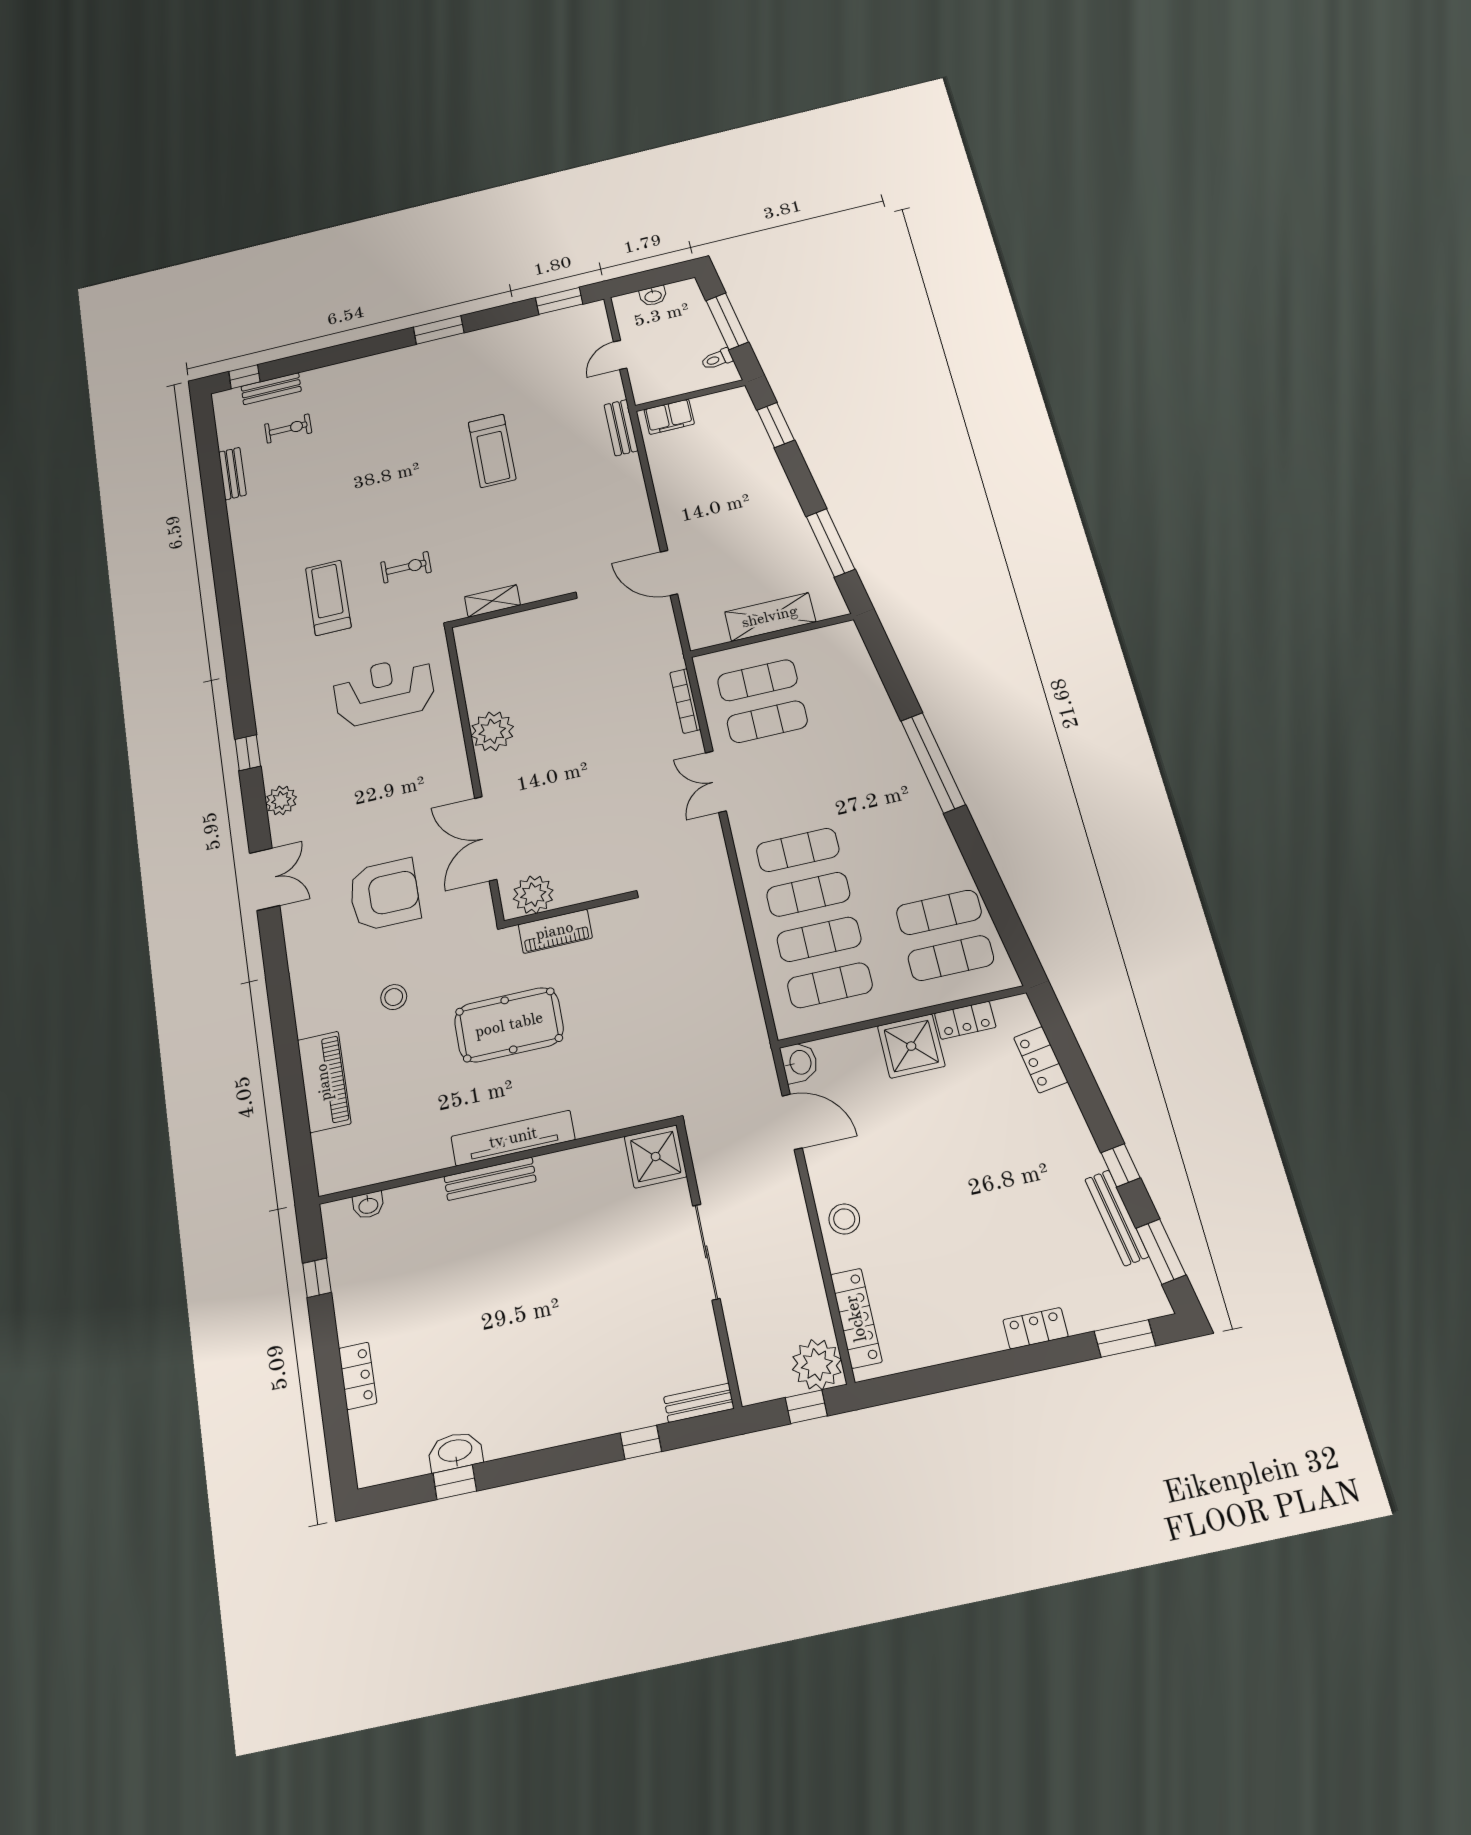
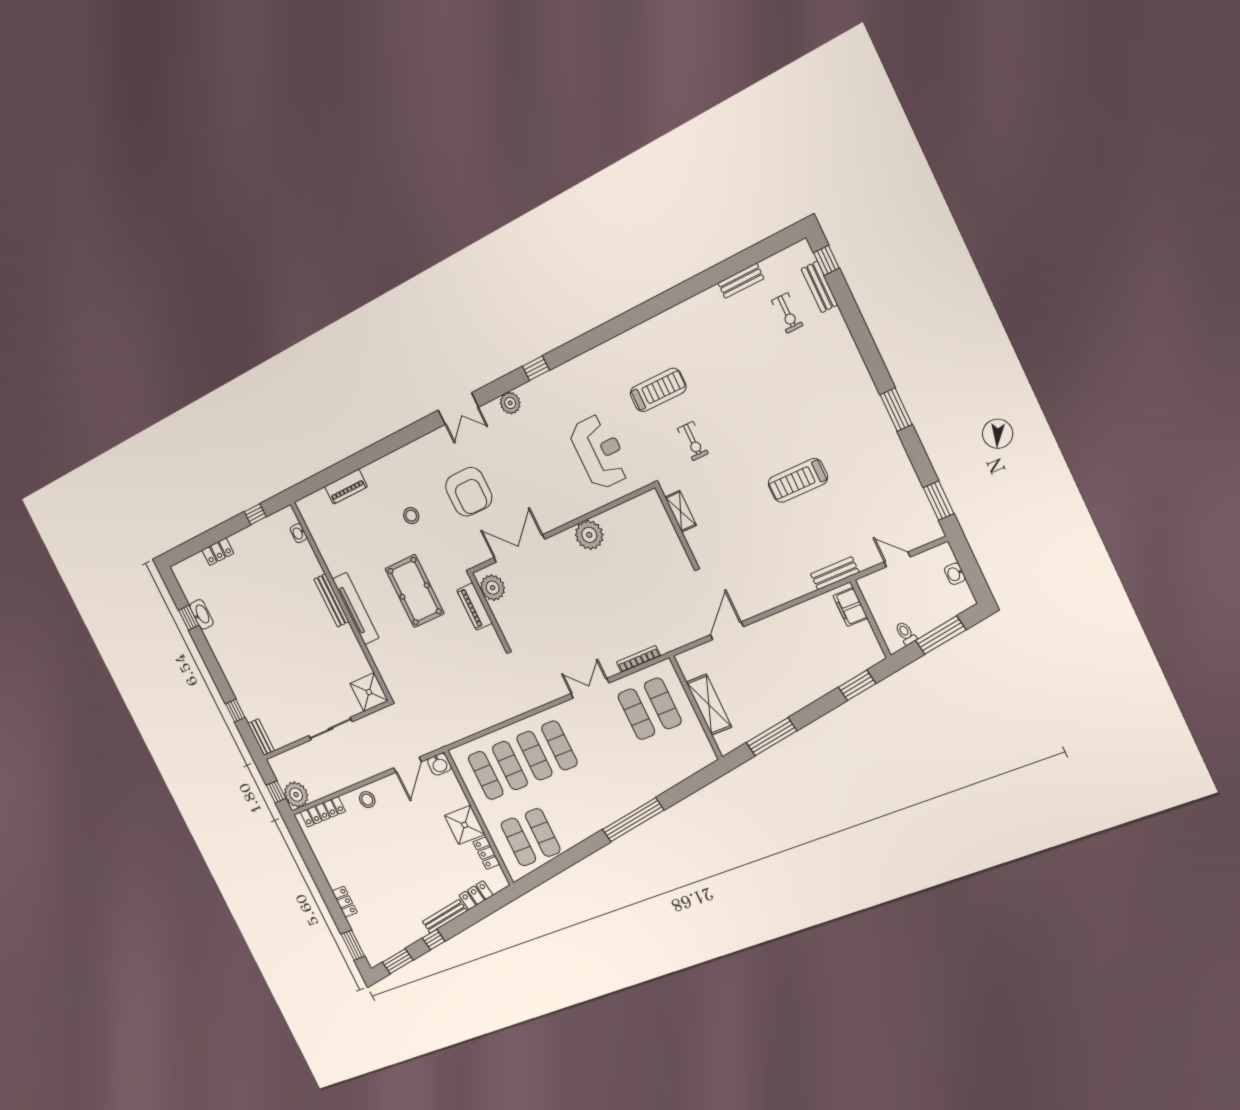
piano: (324, 1082) -> (346, 487), width x0.73, depth x0.75
bench: (1117, 1218) -> (445, 916), moved

